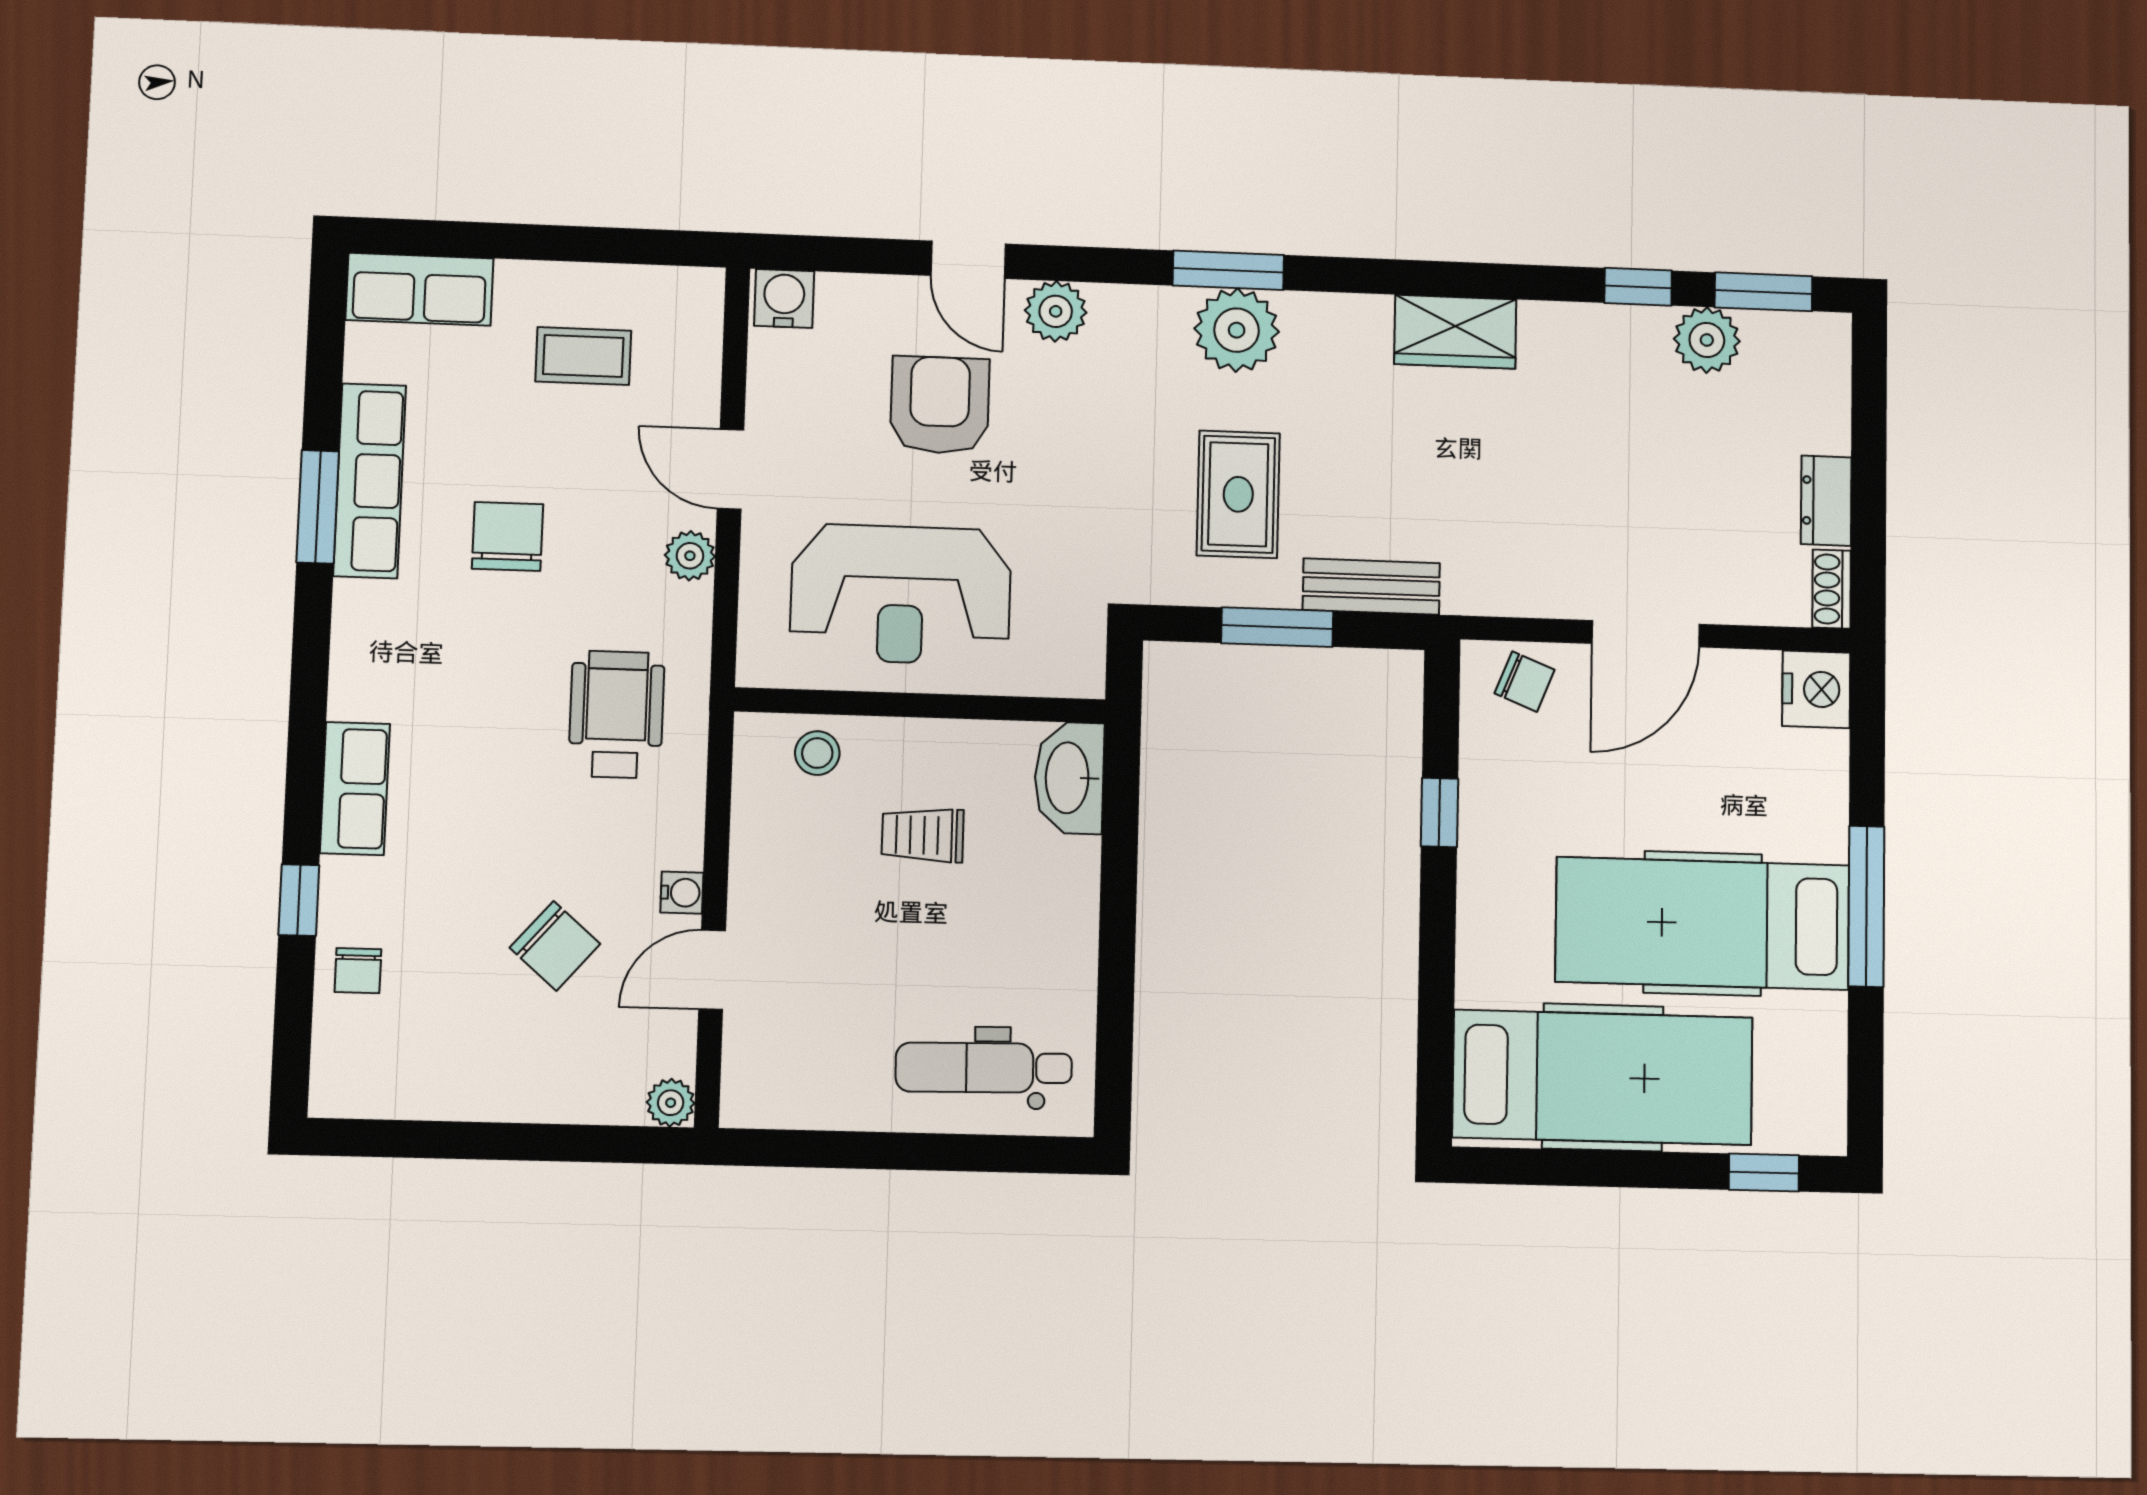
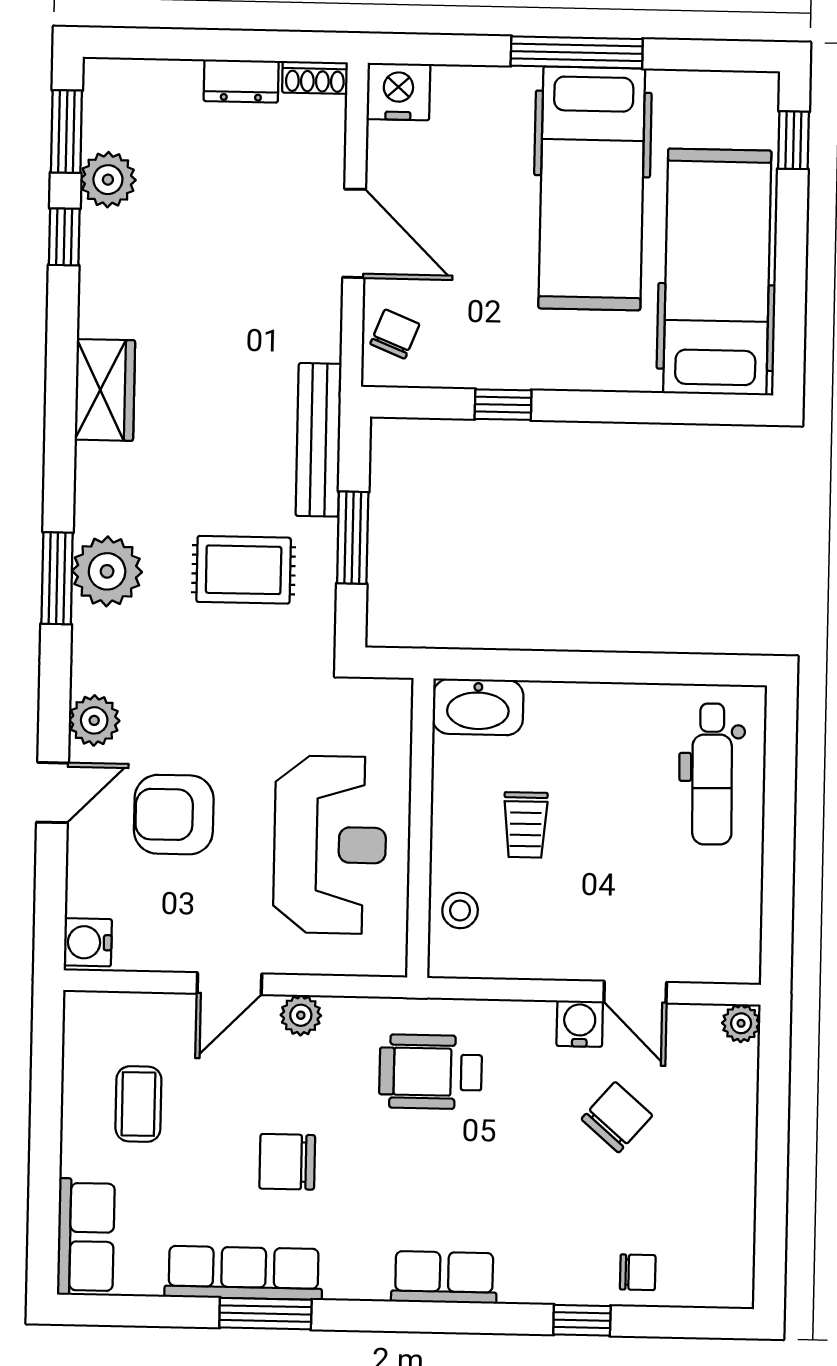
bench: (1371, 587) -> (319, 440), width x1.36
row of seats: (355, 789) -> (444, 1277), moved
water cooler: (682, 893) -> (580, 1024), width x1.38, depth x1.38

